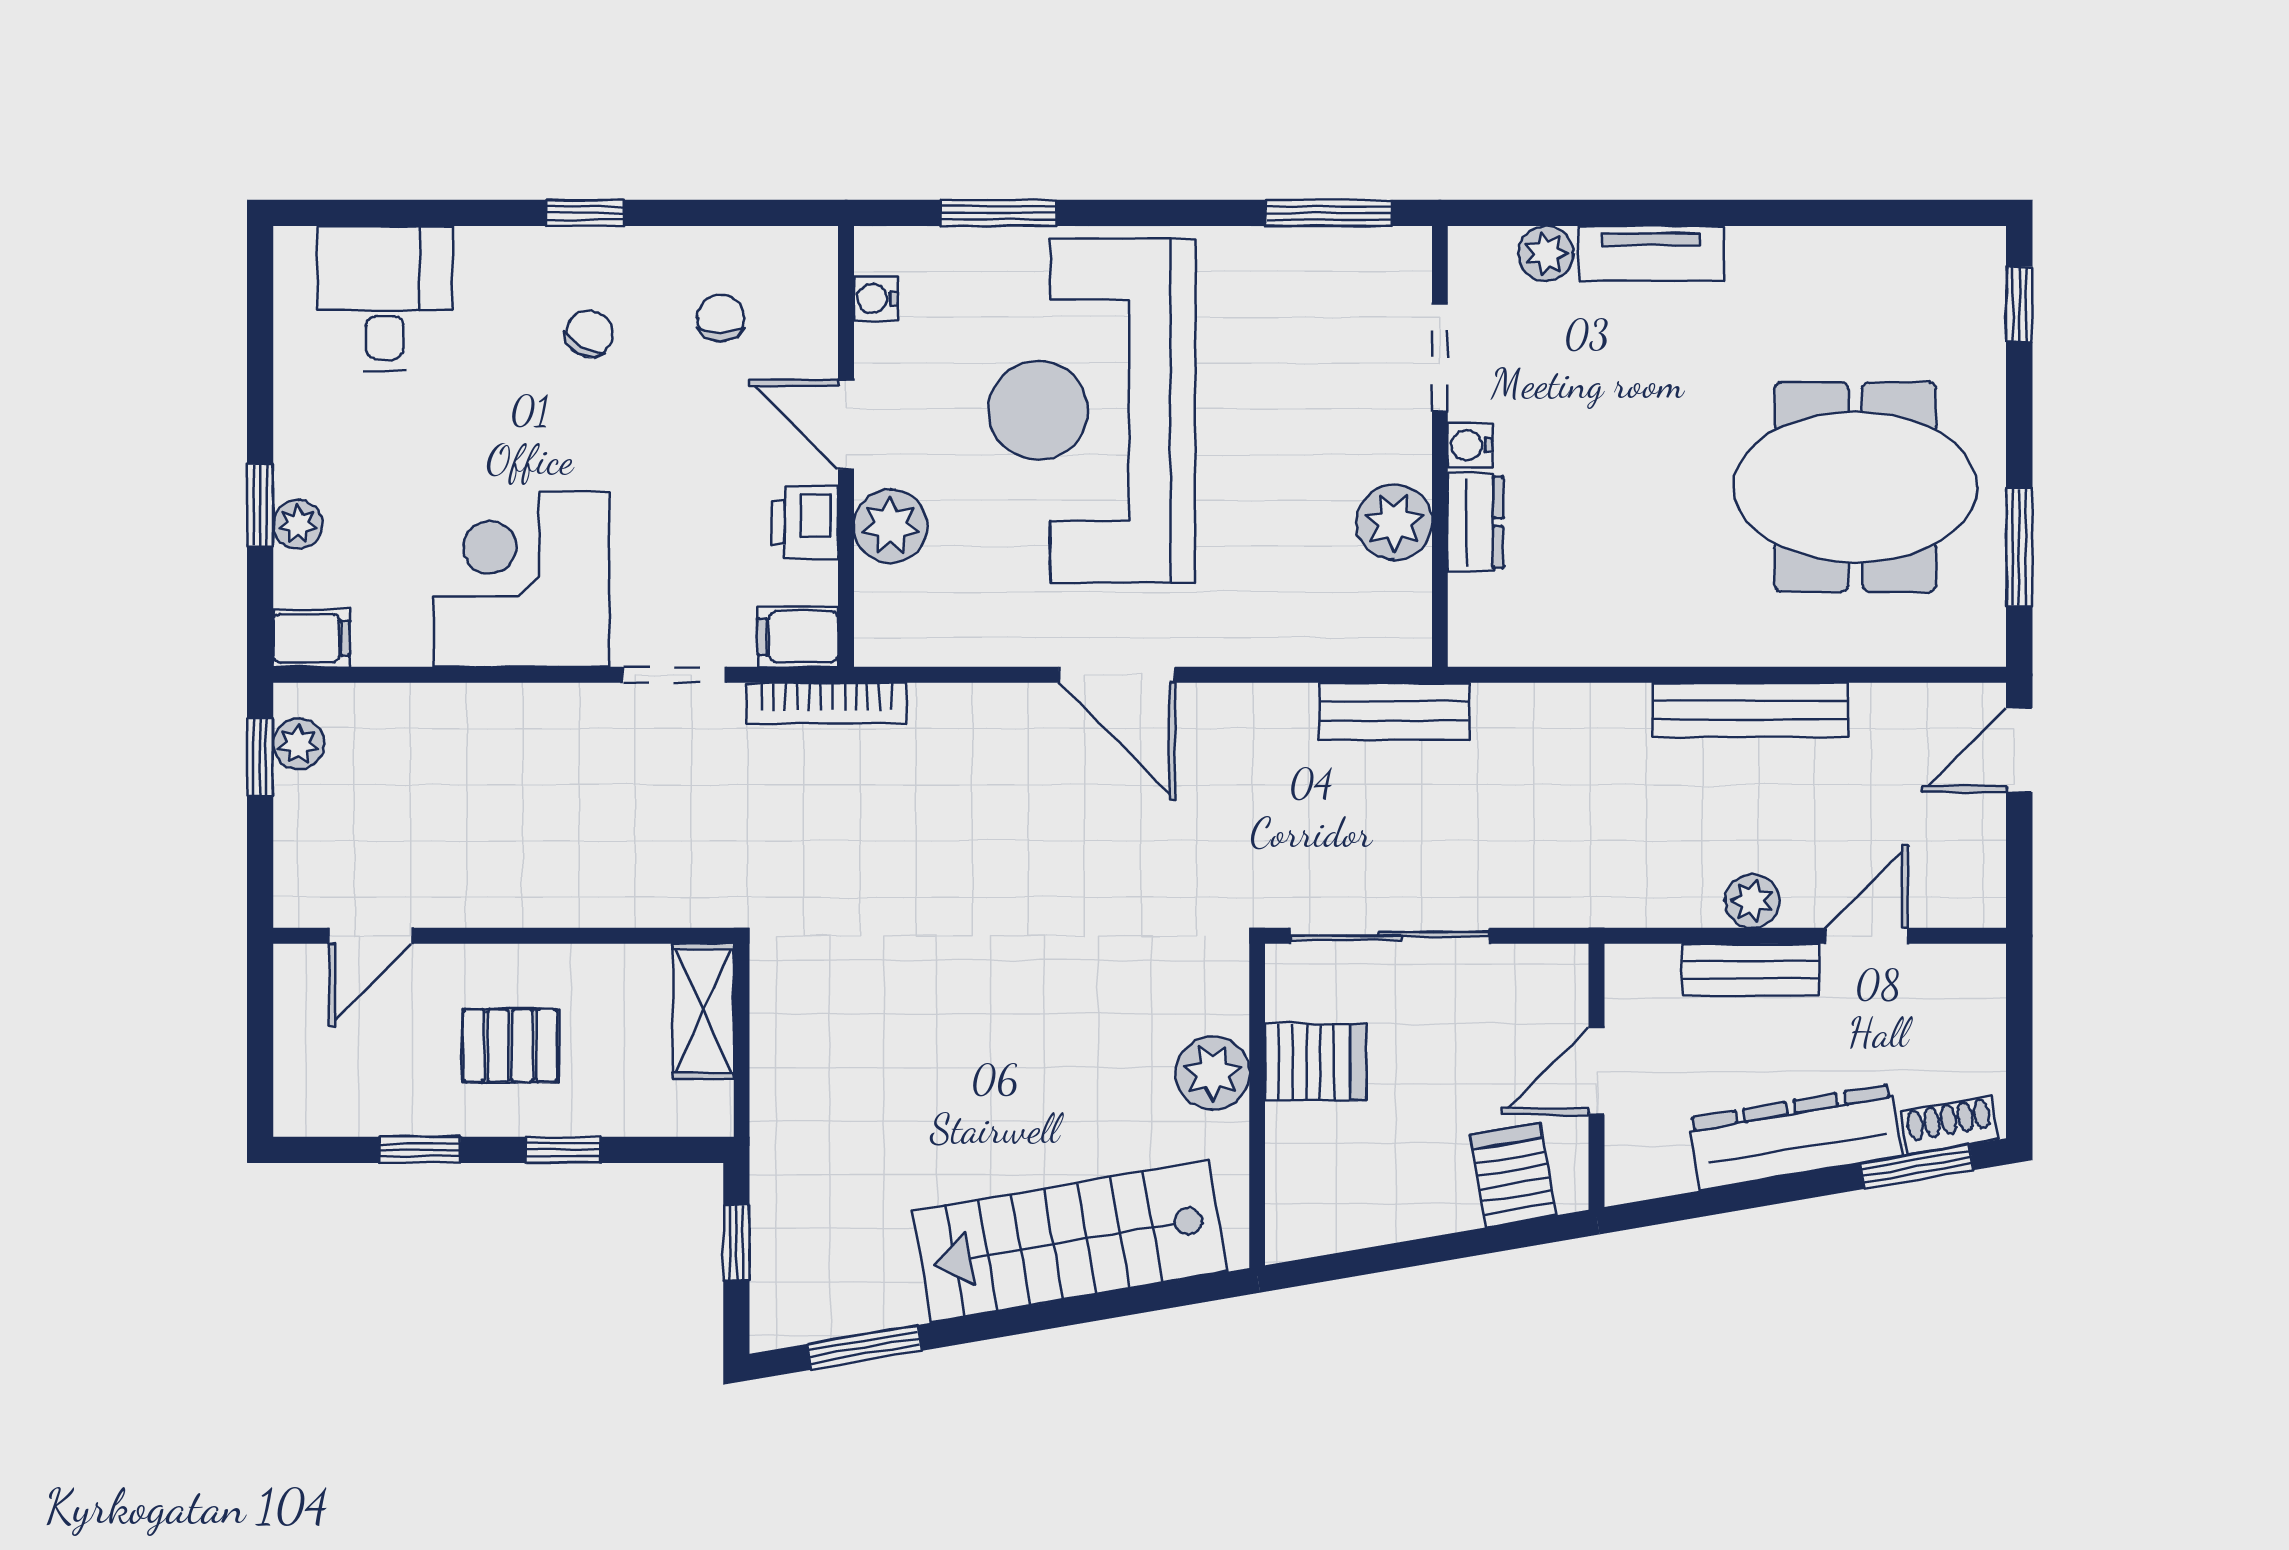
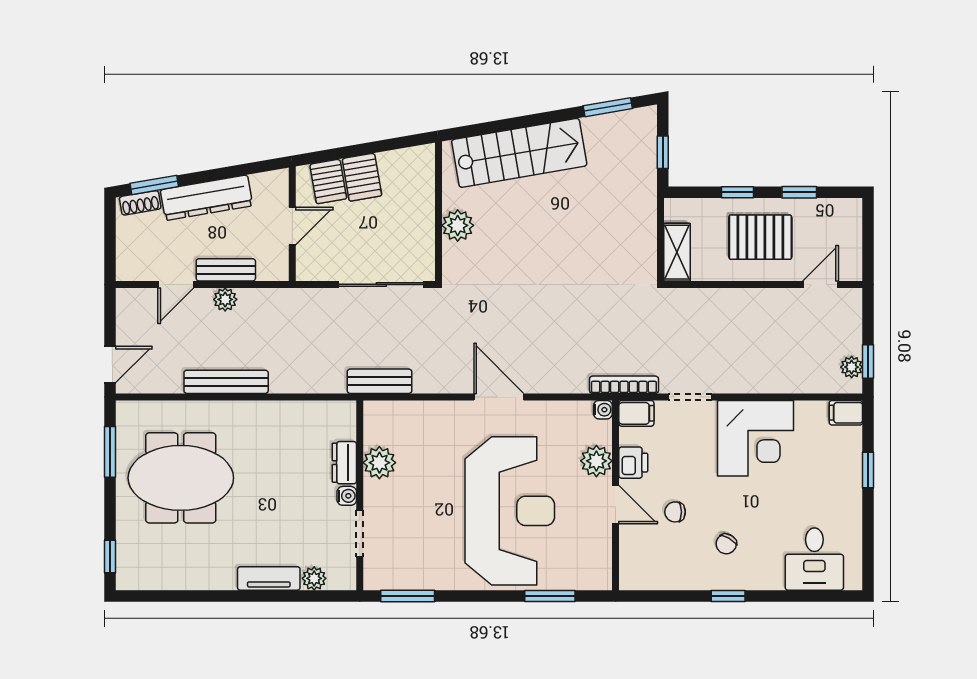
water cooler: (876, 299) -> (603, 410), moved
chair: (721, 318) -> (675, 512), moved, turned 90
plant: (298, 524) -> (852, 462), removed
pallet: (510, 1046) -> (760, 237), width x1.50, depth x1.42
server rack: (1316, 1062) -> (362, 177), moved, turned -100

